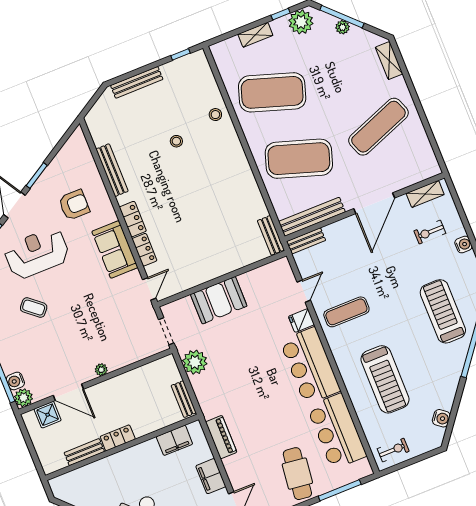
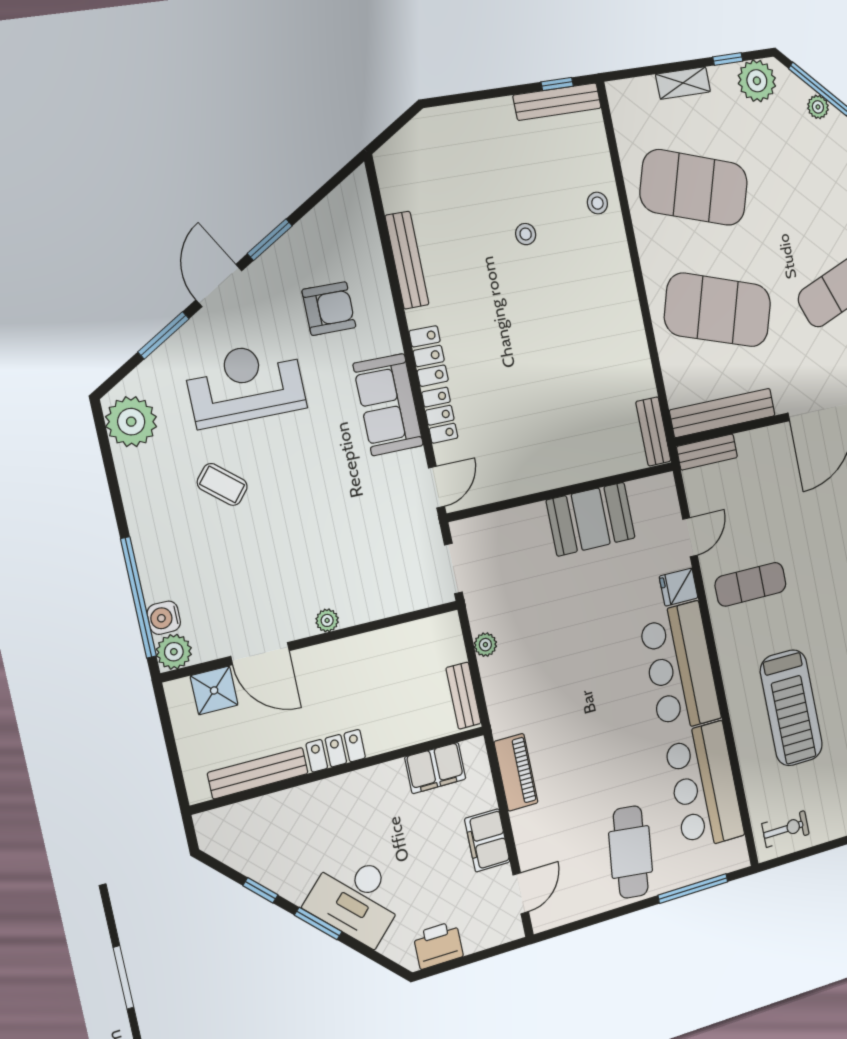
bench: (137, 82) -> (557, 102), moved
booth: (219, 300) -> (591, 519), moved
plant: (195, 362) -> (485, 645), width x0.53, depth x0.53
bench: (84, 452) -> (258, 773), width x1.36

